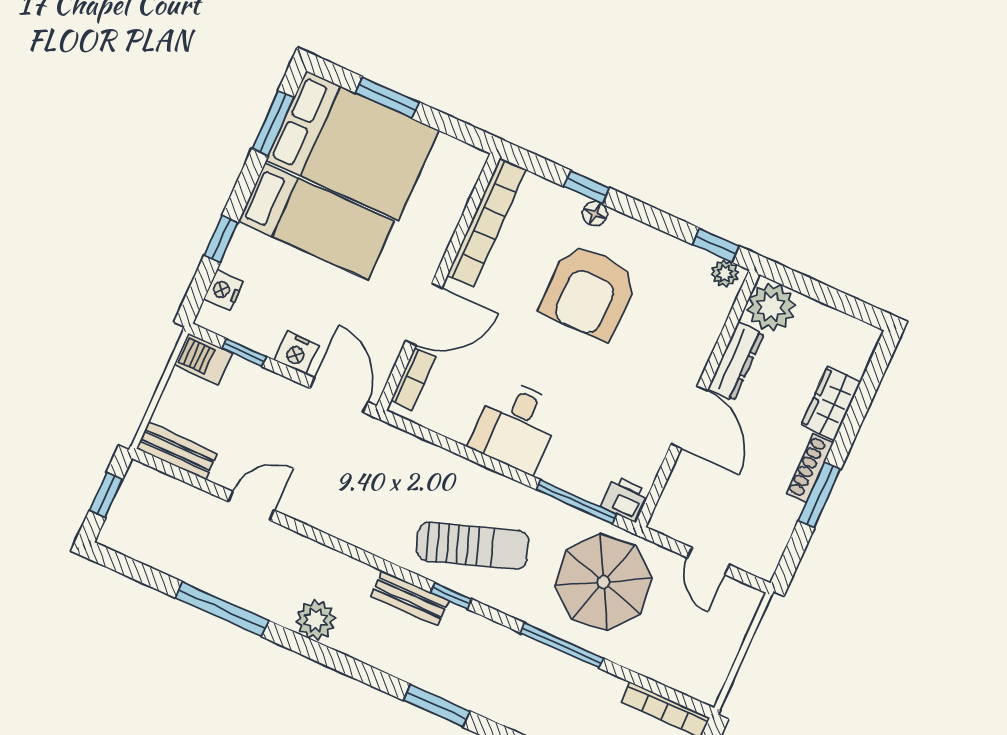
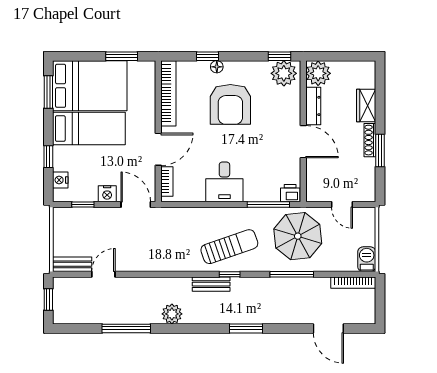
window: (387, 98) -> (122, 56), moved
plant: (725, 273) -> (284, 73), width x1.88, depth x1.88
barbecue: (203, 359) -> (367, 259), moved, turned 90
door: (251, 506) -> (103, 274), moved

